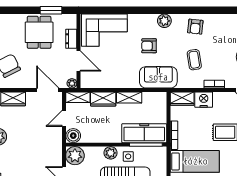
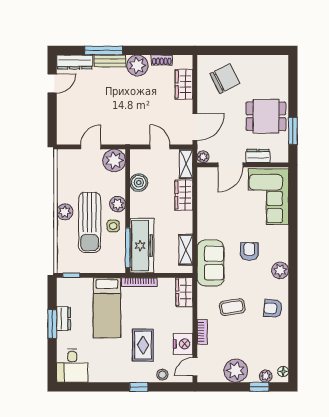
shelving: (129, 97) -> (186, 250), moved
nightstand: (204, 100) -> (183, 344), moved
boiler: (73, 136) -> (139, 183), moved

